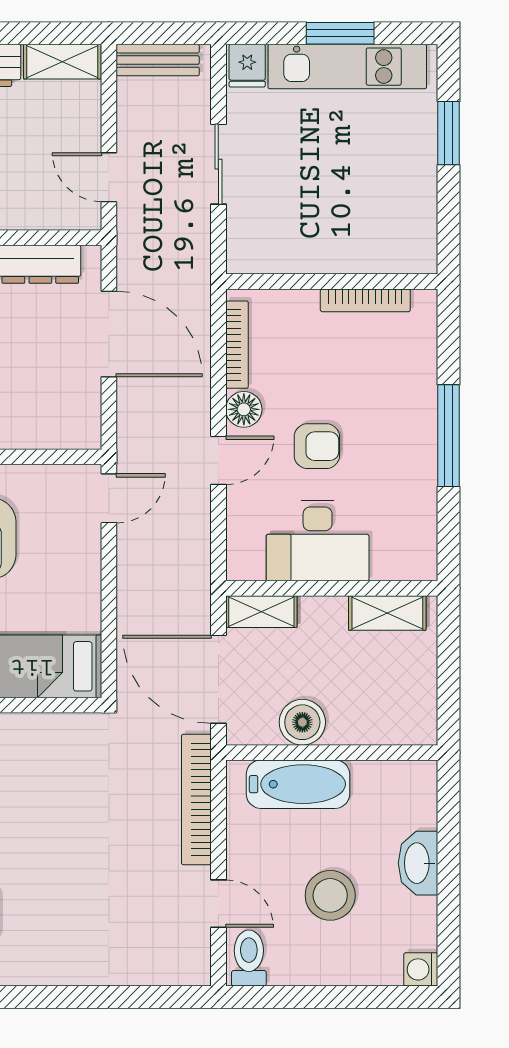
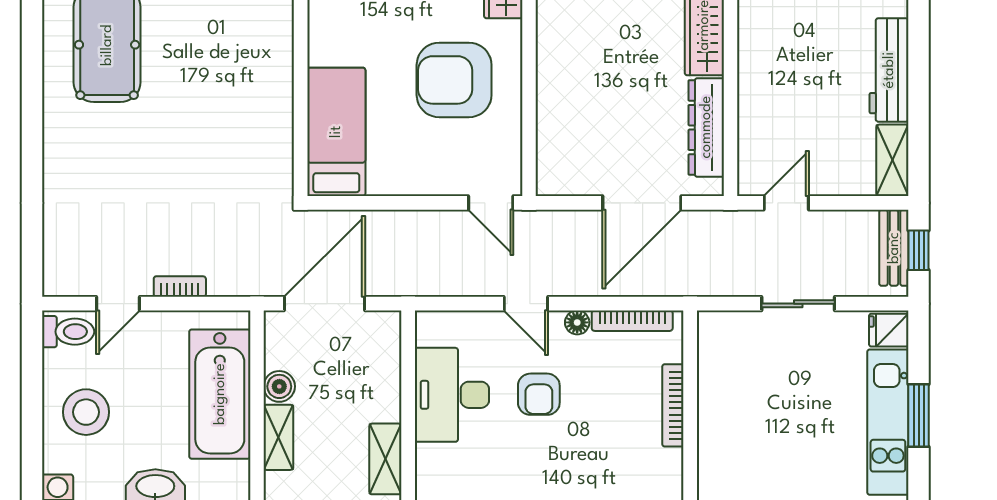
window: (160, 33) -> (919, 250), added
bookcase: (365, 300) -> (673, 405), moved
floor lamp: (244, 409) -> (577, 322), width x0.73, depth x0.73
shelving: (261, 612) -> (278, 437), moved
boiler: (302, 722) -> (279, 386), width x0.73, depth x0.73
bathtub: (298, 784) -> (220, 394), width x1.36, depth x1.36
bookcase: (196, 799) -> (180, 287), width x0.43, depth x0.76
stool: (330, 895) -> (86, 412), moved

